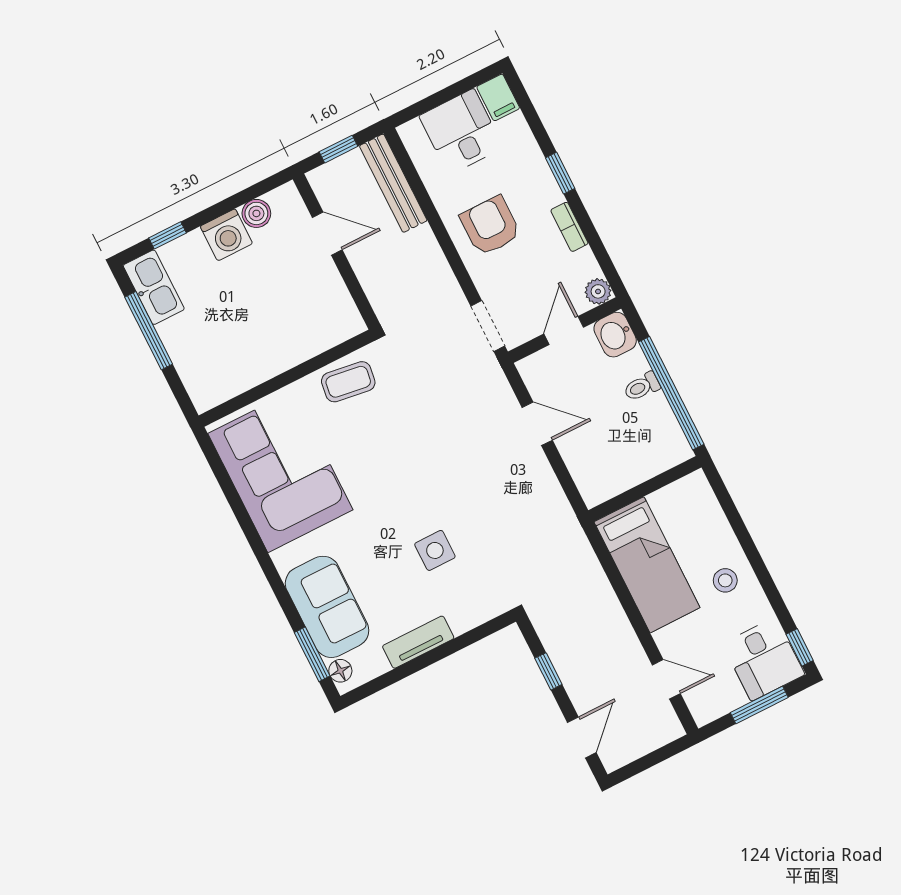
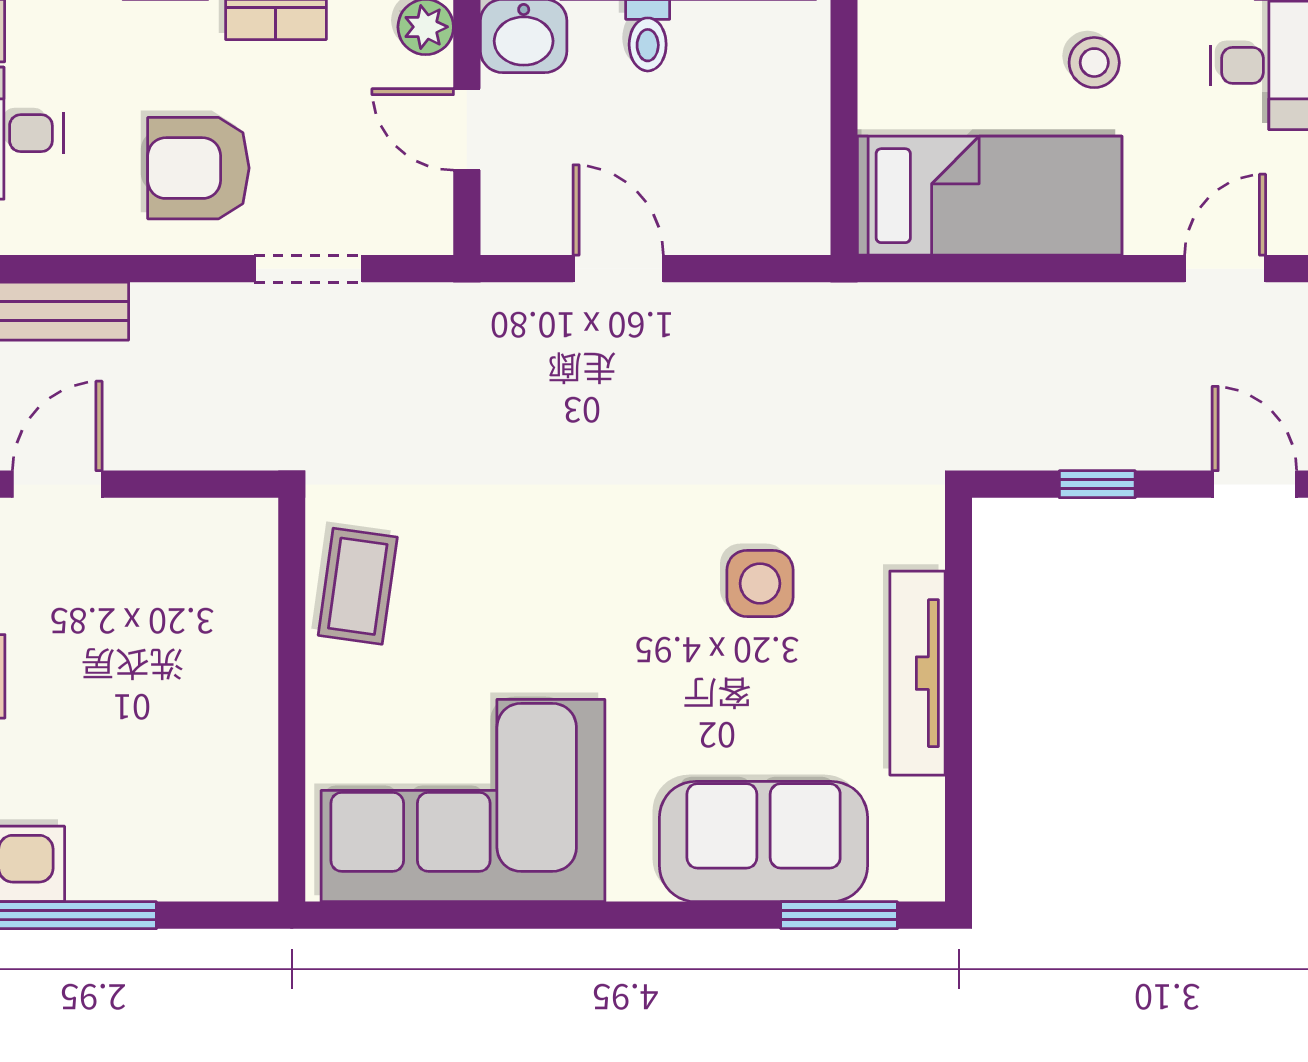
doorway: (488, 326) -> (308, 269), moved
door: (537, 424) -> (618, 269), hinge flipped
tv unit: (418, 642) -> (917, 673), width x1.41
floor lamp: (340, 671) -> (897, 878), removed

